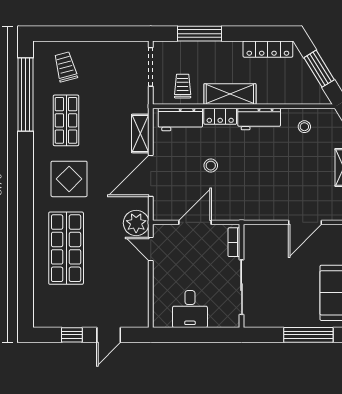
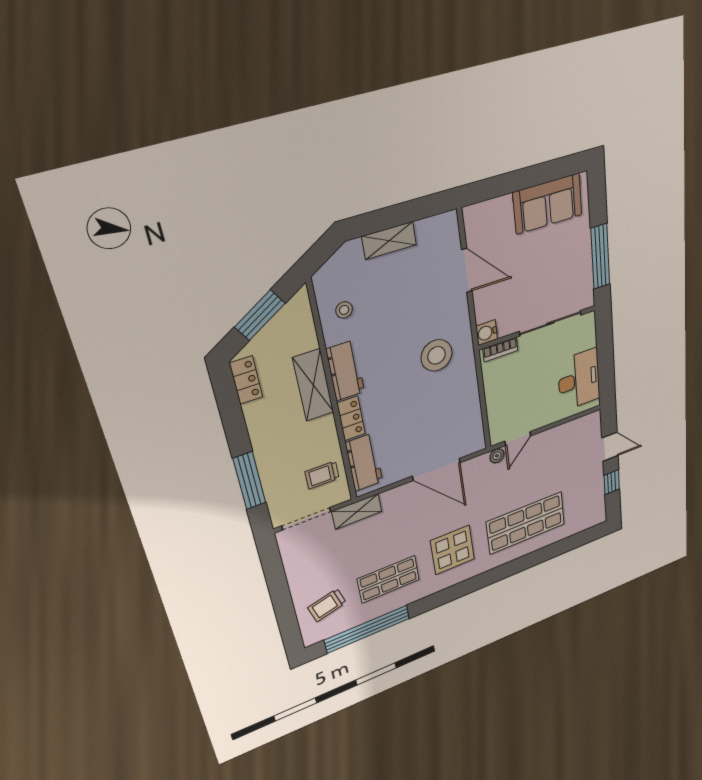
locker: (268, 49) -> (246, 380), width x0.66
shelving: (230, 94) -> (313, 385), moved
shelving: (140, 133) -> (357, 511), moved
stool: (211, 166) -> (437, 355), moved, width x1.89, depth x1.89
door: (195, 222) -> (483, 402), removed
plant: (136, 223) -> (497, 456), width x0.53, depth x0.53
water cooler: (252, 232) -> (487, 333), added
desk: (190, 309) -> (579, 380), width x1.37
window: (308, 335) -> (600, 256), moved

